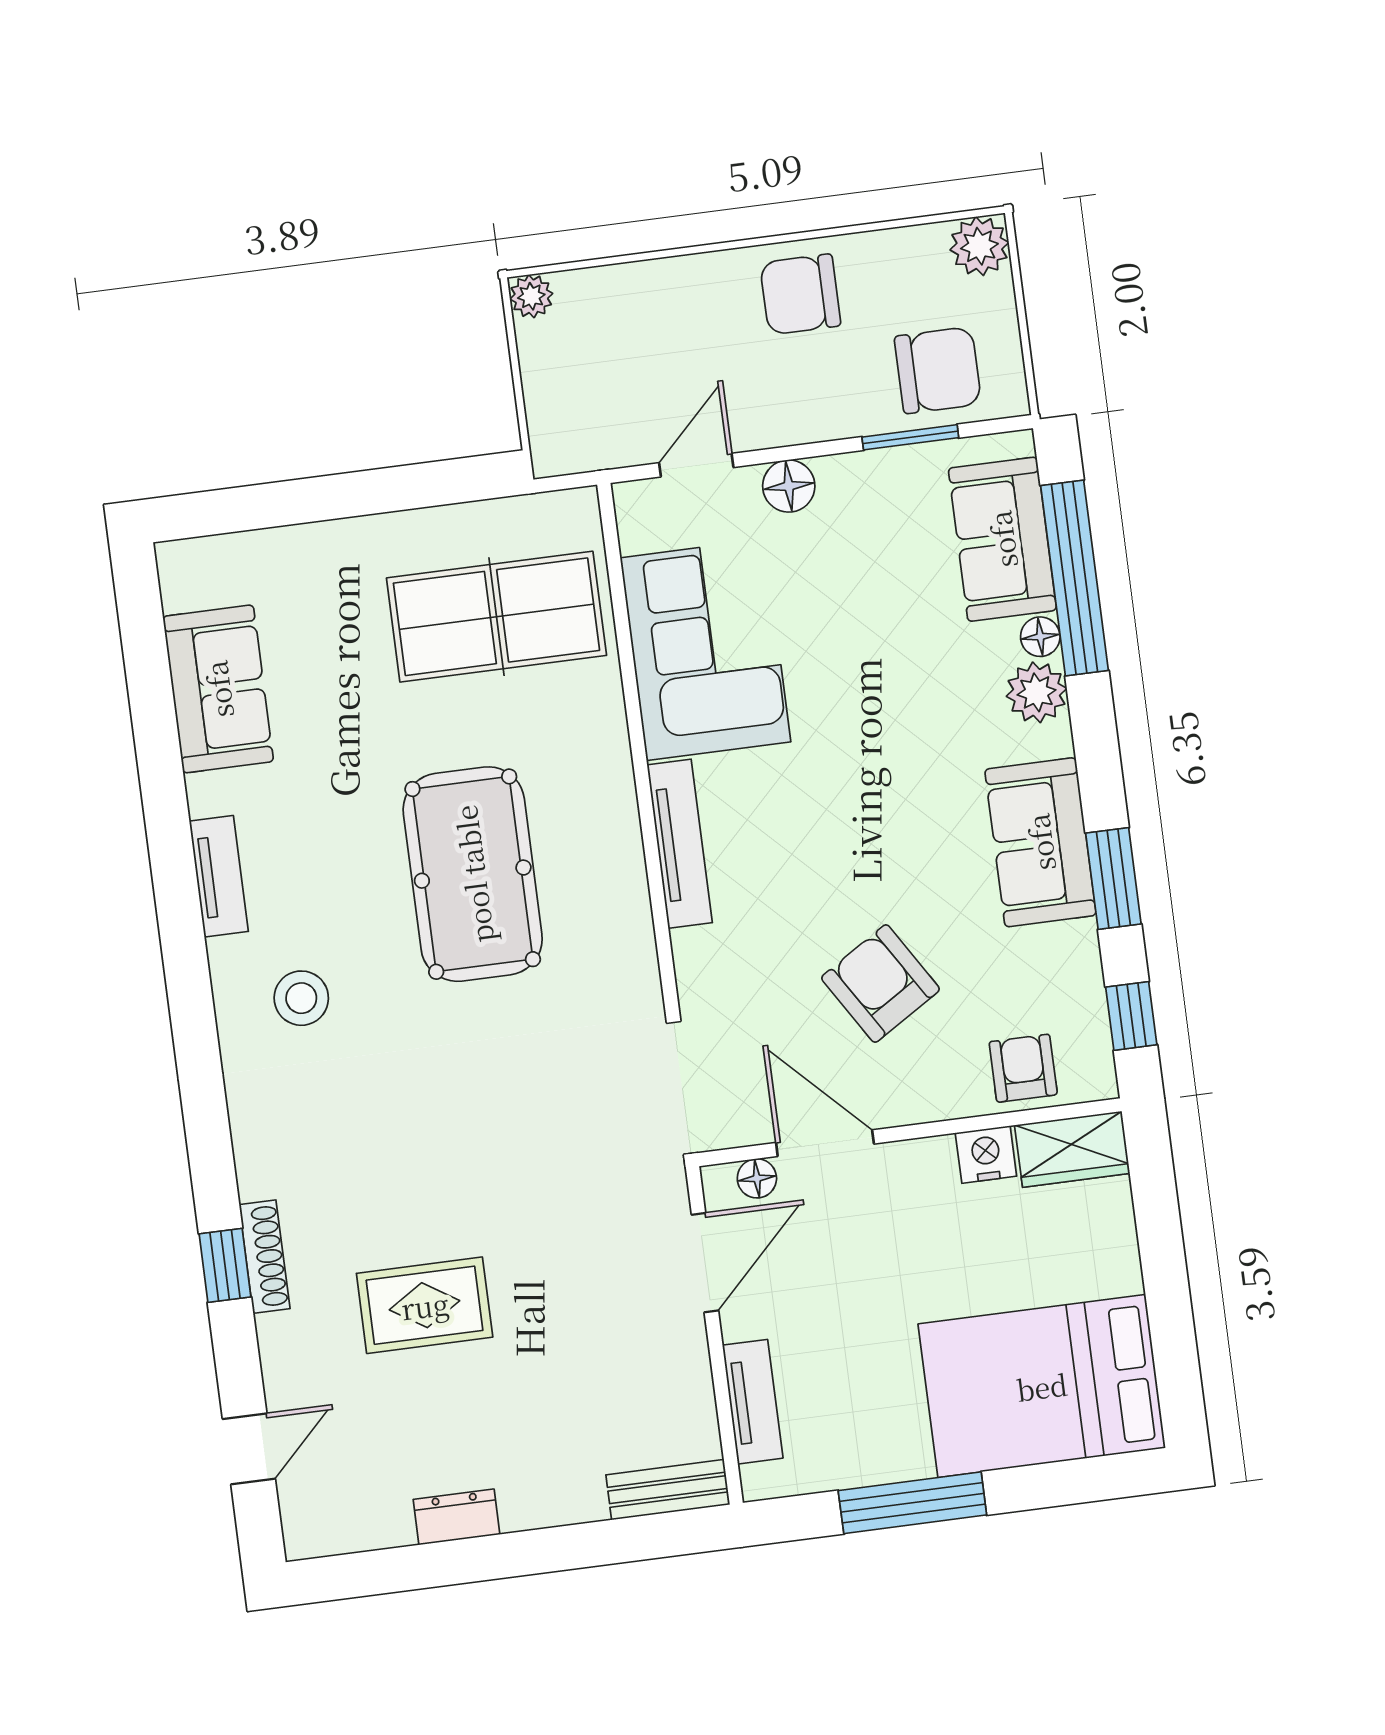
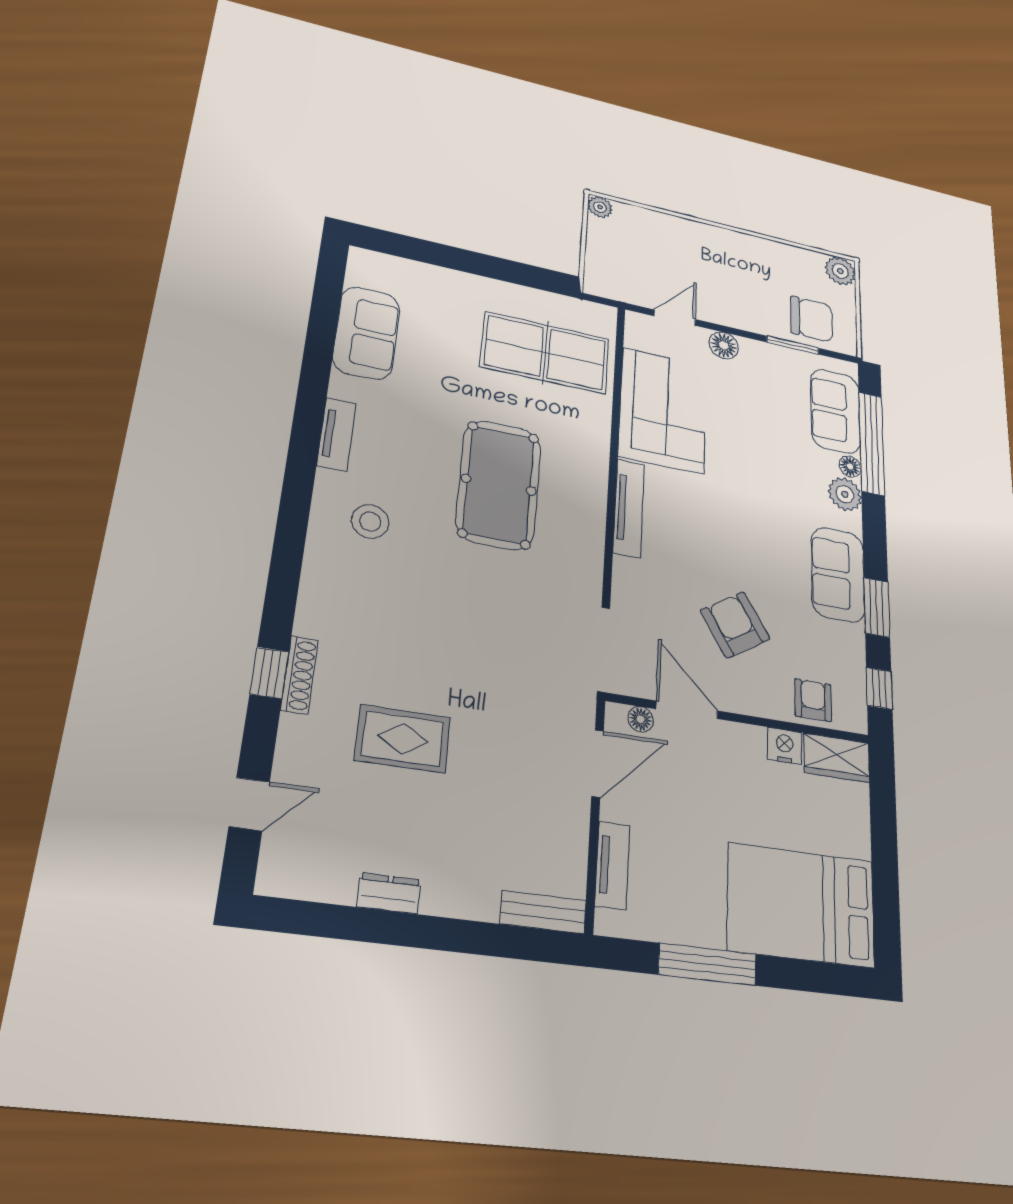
chair: (800, 294) -> (745, 259), removed

